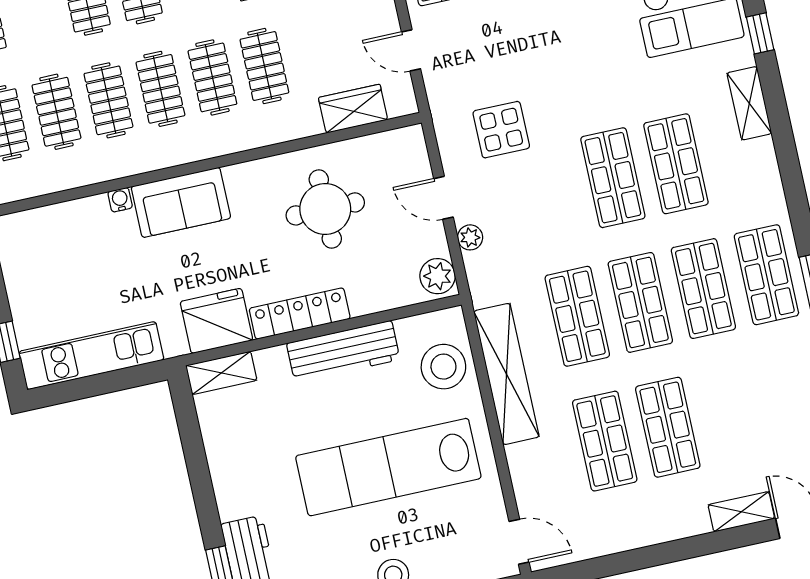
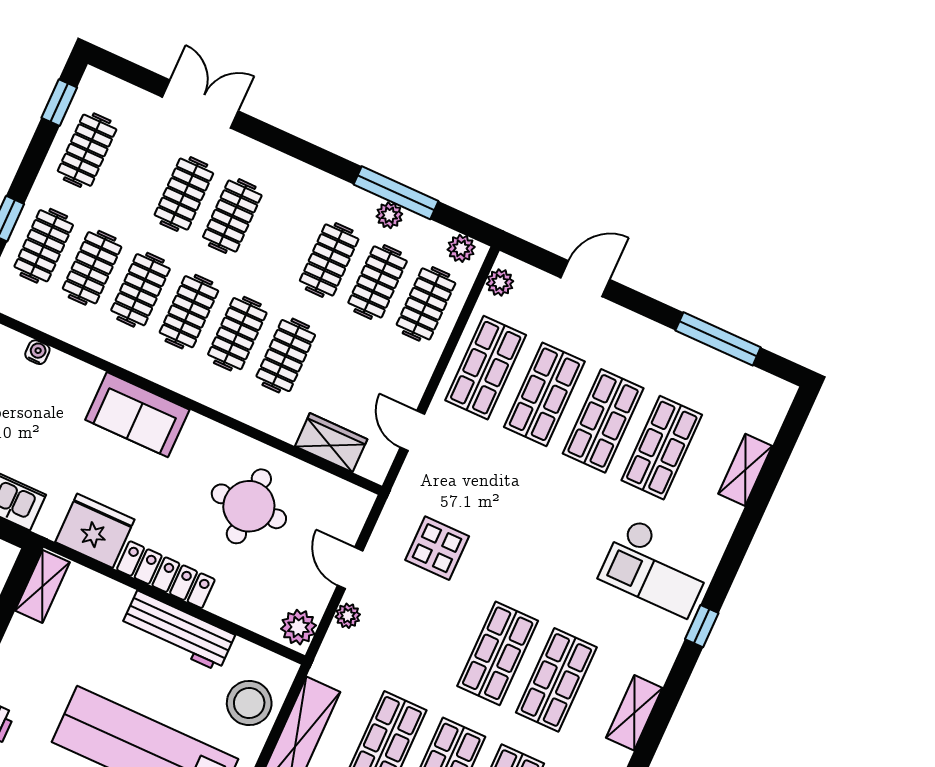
shelving: (749, 103) -> (634, 713), moved
water cooler: (120, 200) -> (37, 352), moved
shelving: (221, 373) -> (42, 586), moved, turned 90

